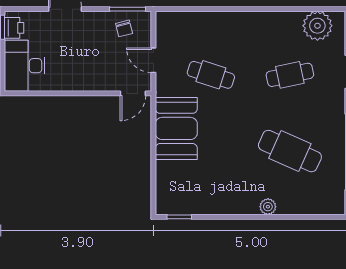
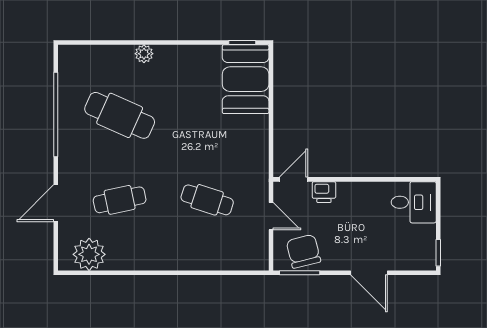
printer: (14, 28) -> (324, 192), moved, turned -90
chair: (124, 28) -> (303, 251), width x1.87, depth x1.87
desk: (25, 66) -> (414, 202), width x0.73
booth: (176, 128) -> (246, 79), moved

